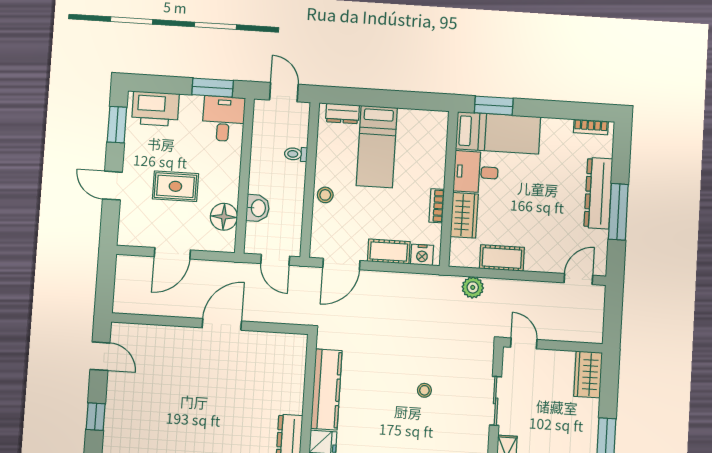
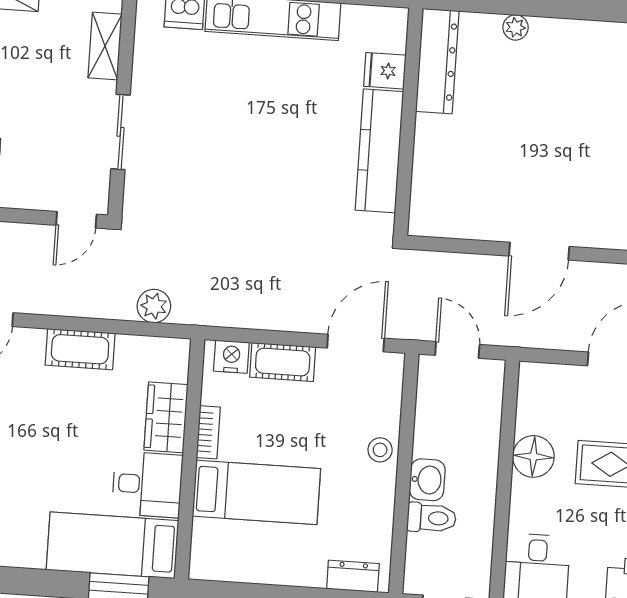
bed: (377, 147) -> (256, 492), moved, turned 90
toilet: (296, 154) -> (432, 518), width x1.37, depth x1.39
washbasin: (258, 208) -> (427, 480), moved, turned 180
floor lamp: (224, 217) -> (533, 456), moved
cot: (502, 258) -> (80, 349), moved
door: (524, 343) -> (76, 220), hinge flipped
stool: (424, 390) -> (229, 149), removed

